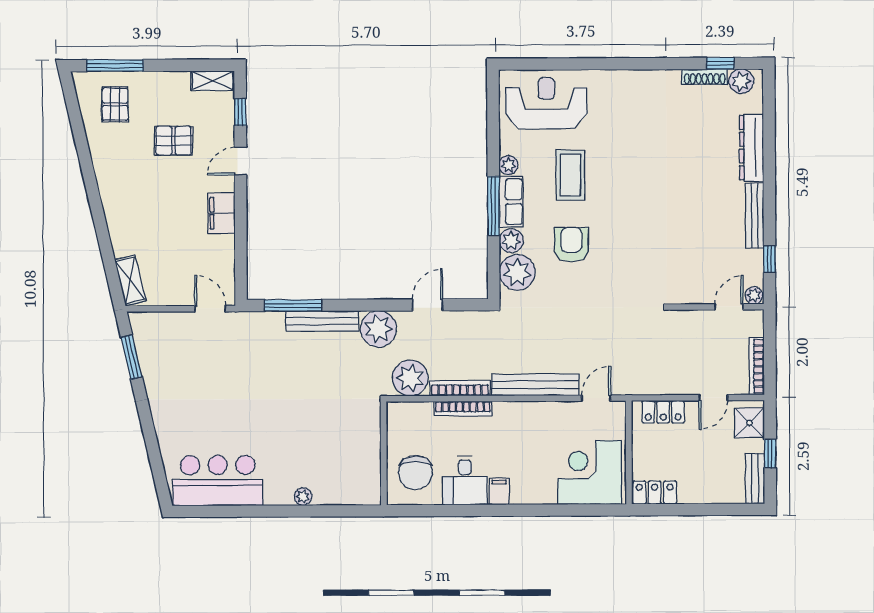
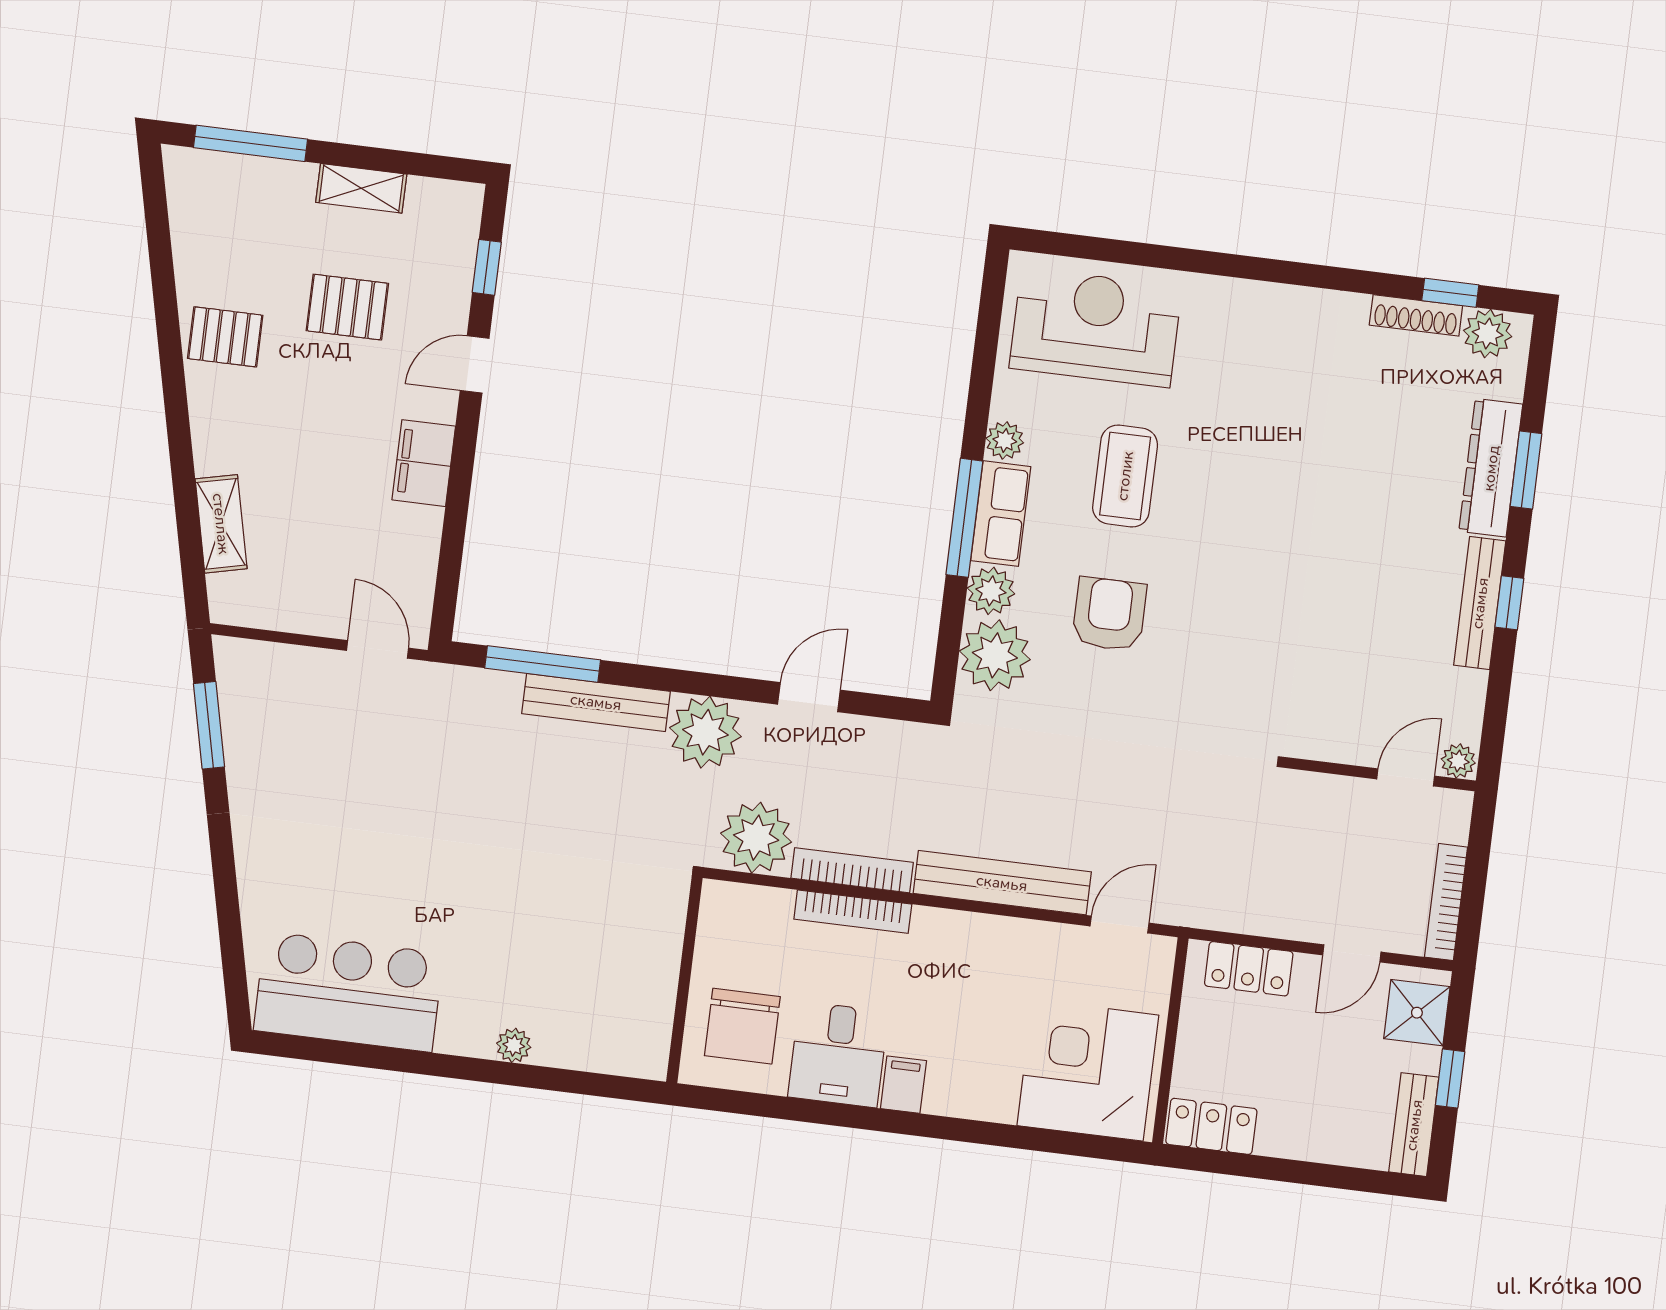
shelving: (213, 81) -> (361, 188), moved
pallet: (115, 104) -> (225, 337), moved, turned 90
window: (769, 147) -> (1526, 470), added
window: (769, 259) -> (1509, 603), moved
shelving: (130, 280) -> (221, 524), moved

